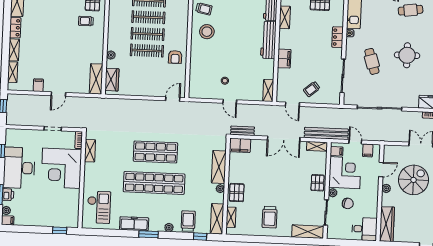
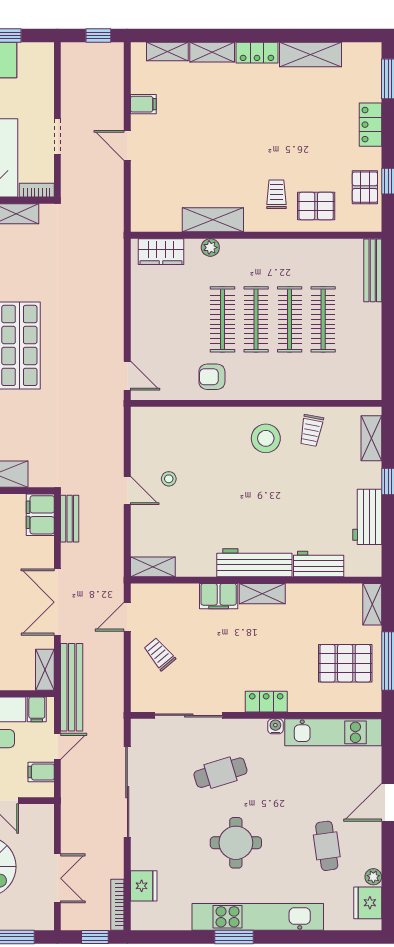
shelving: (285, 17) -> (262, 594), moved
shelving: (96, 79) -> (213, 220), moved
door: (230, 102) -> (127, 490), swing flipped

